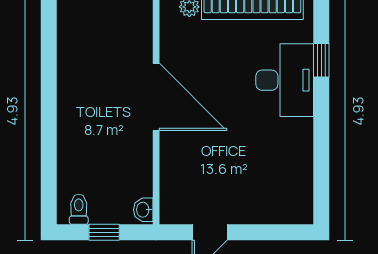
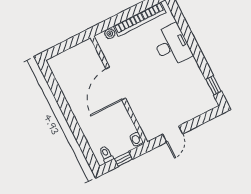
window: (321, 60) -> (213, 85), moved
door: (156, 97) -> (116, 83), swing flipped

